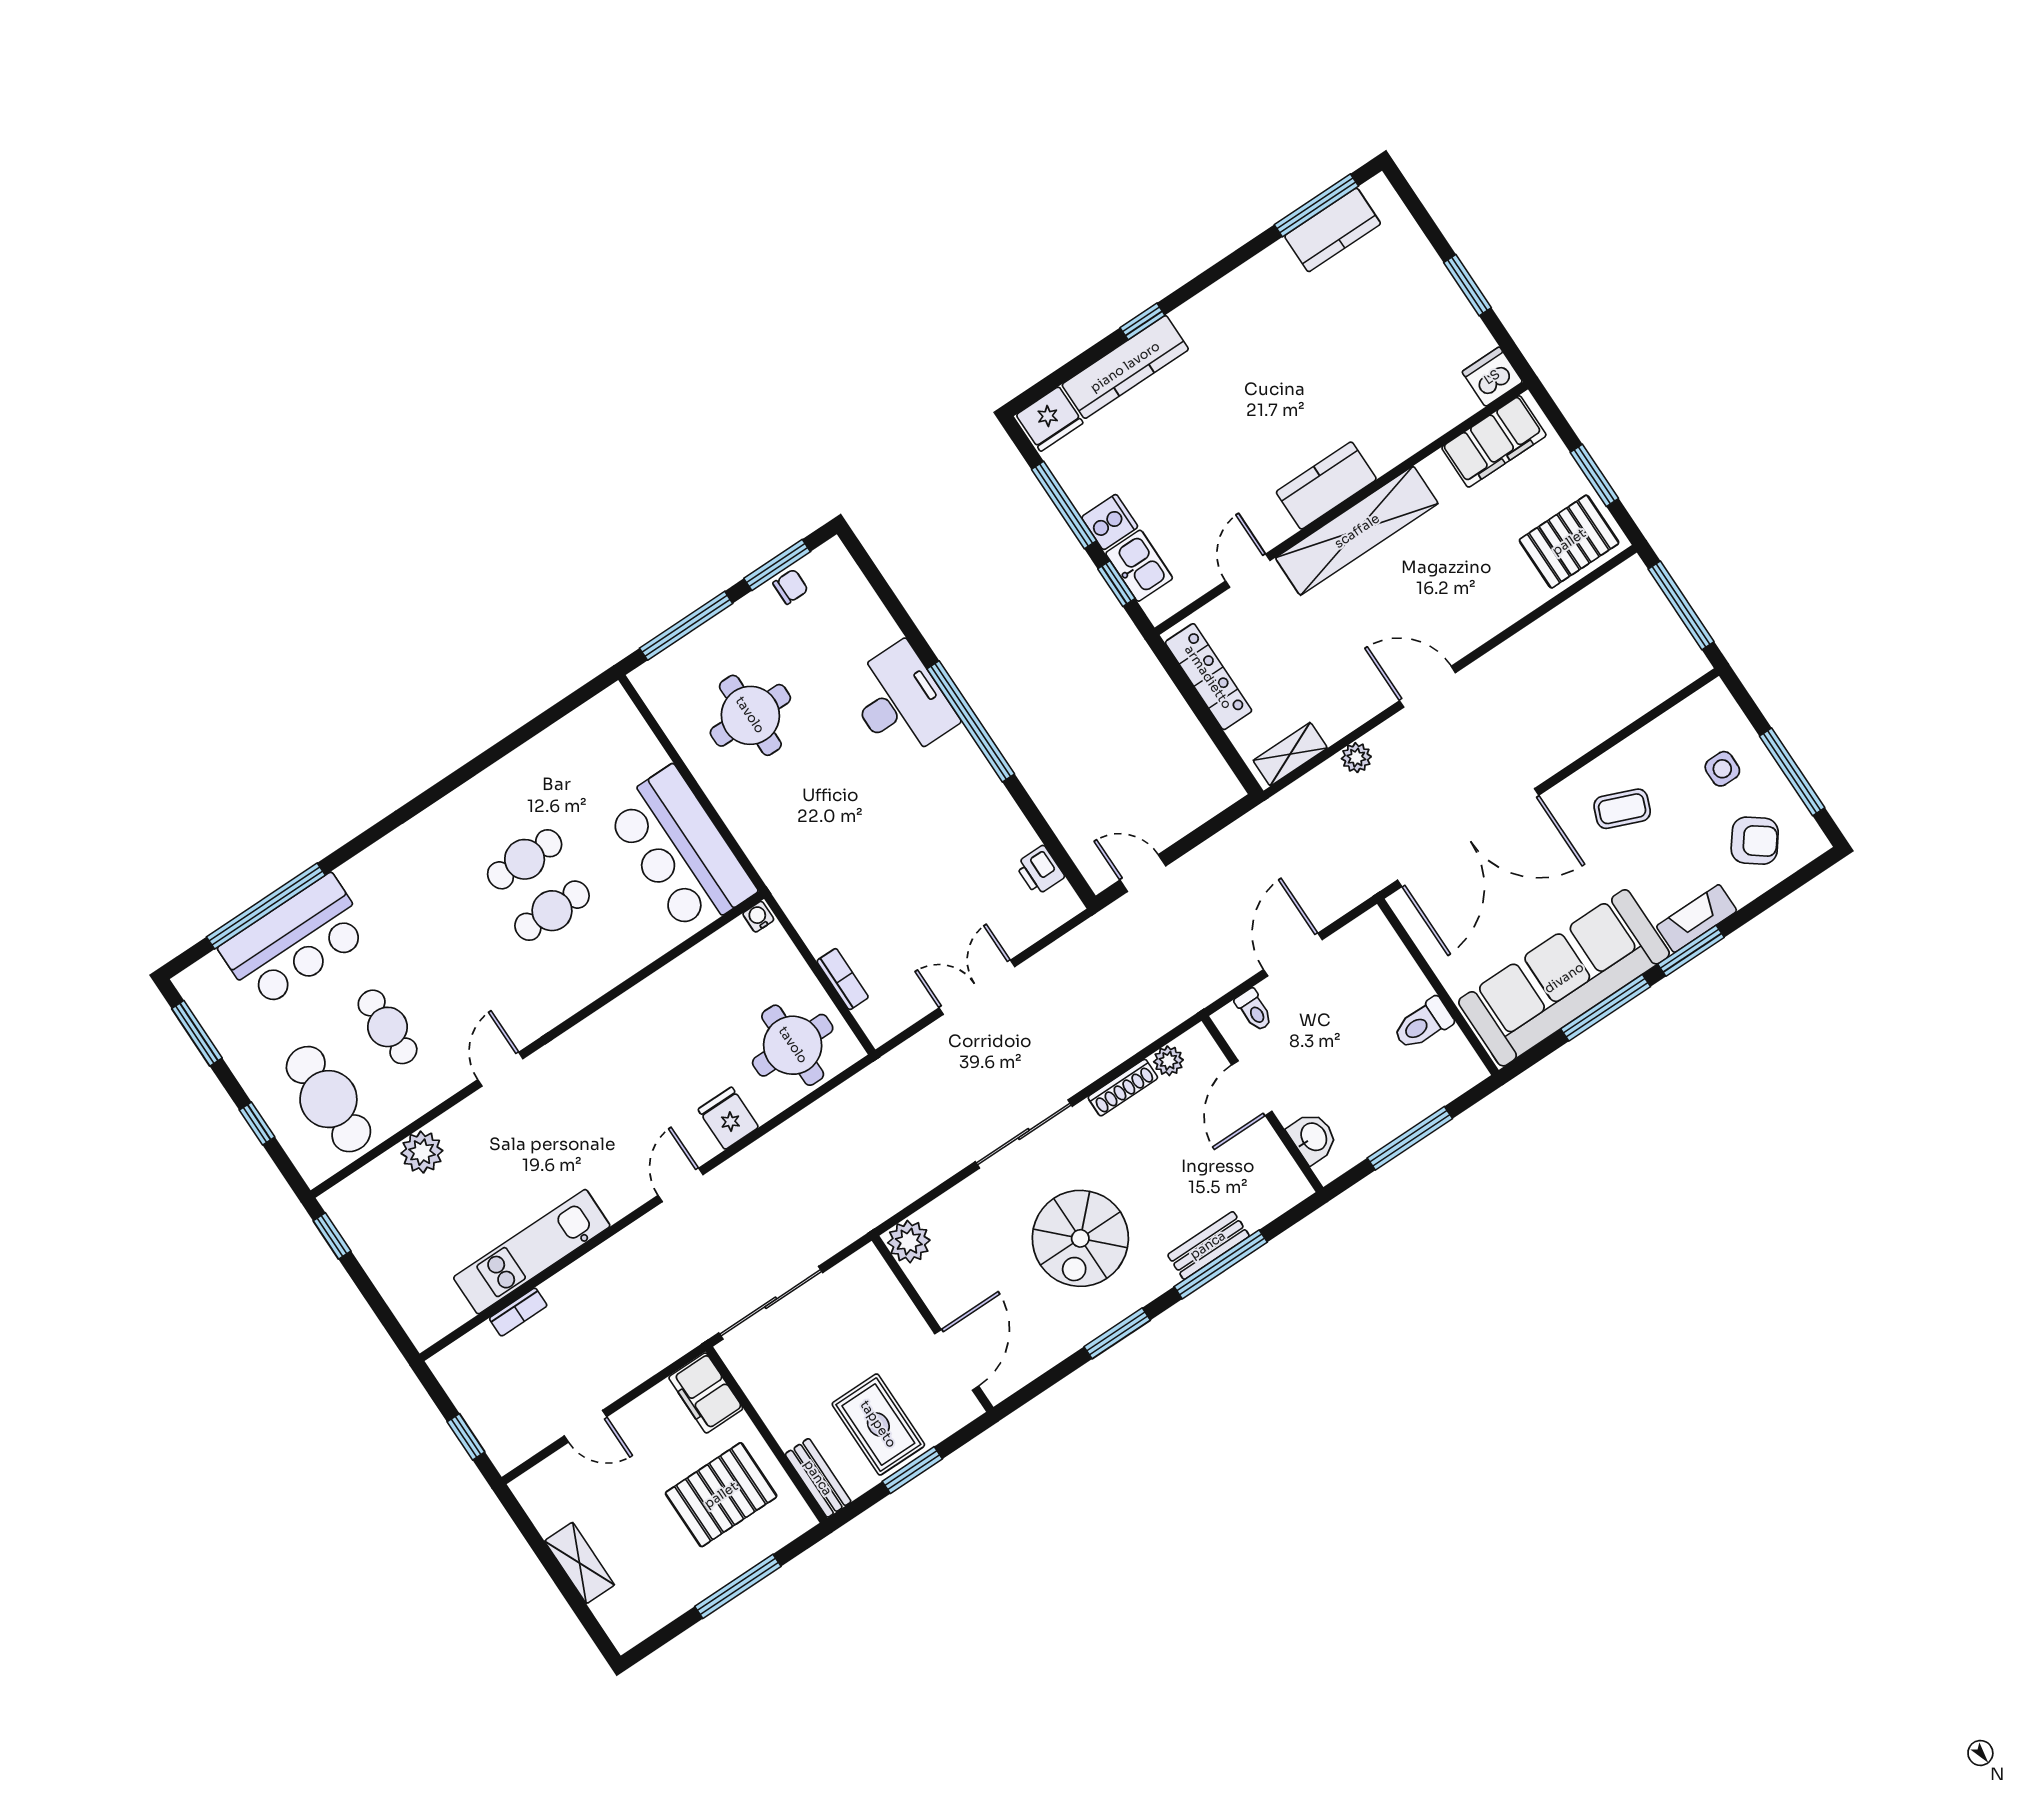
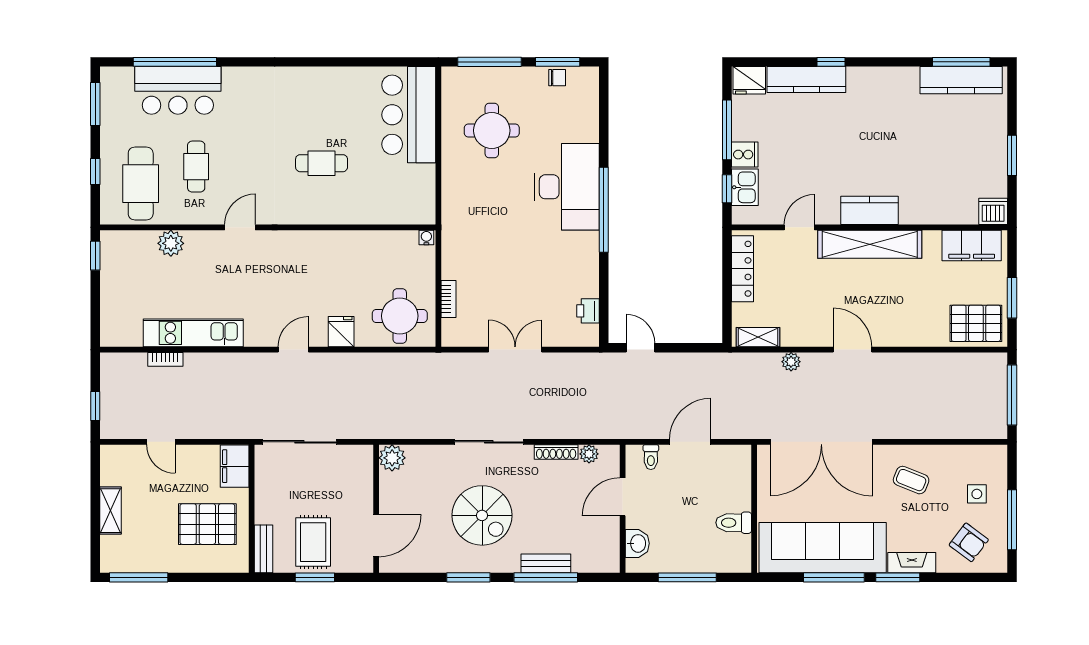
kitchen counter: (1333, 230) -> (961, 80), width x1.50
desk: (900, 702) -> (567, 187), width x1.36, depth x1.30
bar counter: (680, 851) -> (409, 115), moved
cafe table: (525, 859) -> (325, 127), removed
spiral stairs: (1080, 1238) -> (482, 515), turned -90
window: (738, 1586) -> (139, 577), moved

